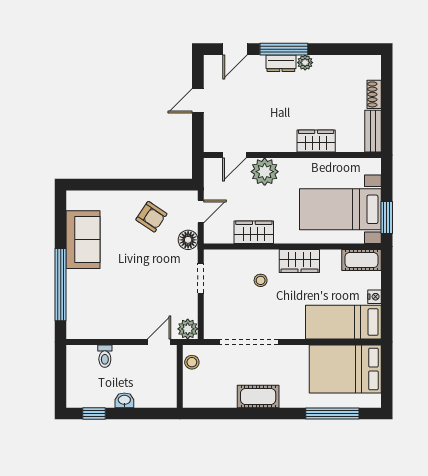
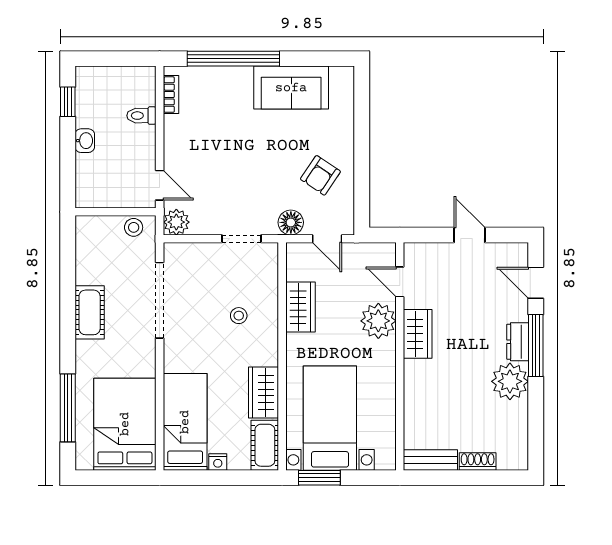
plant: (305, 63) -> (510, 381), width x1.88, depth x1.88
wardrobe: (316, 141) -> (418, 334), moved
wardrobe: (299, 261) -> (264, 392), moved
bookcase: (88, 333) -> (171, 95), added

